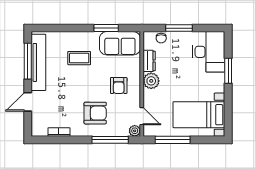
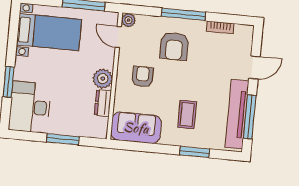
window: (106, 28) -> (195, 152), moved
chair: (161, 38) -> (86, 129), removed
coffee table: (79, 58) -> (187, 115), turned 90
armchair: (95, 113) -> (174, 46), turned -90
window: (110, 140) -> (183, 14), moved

